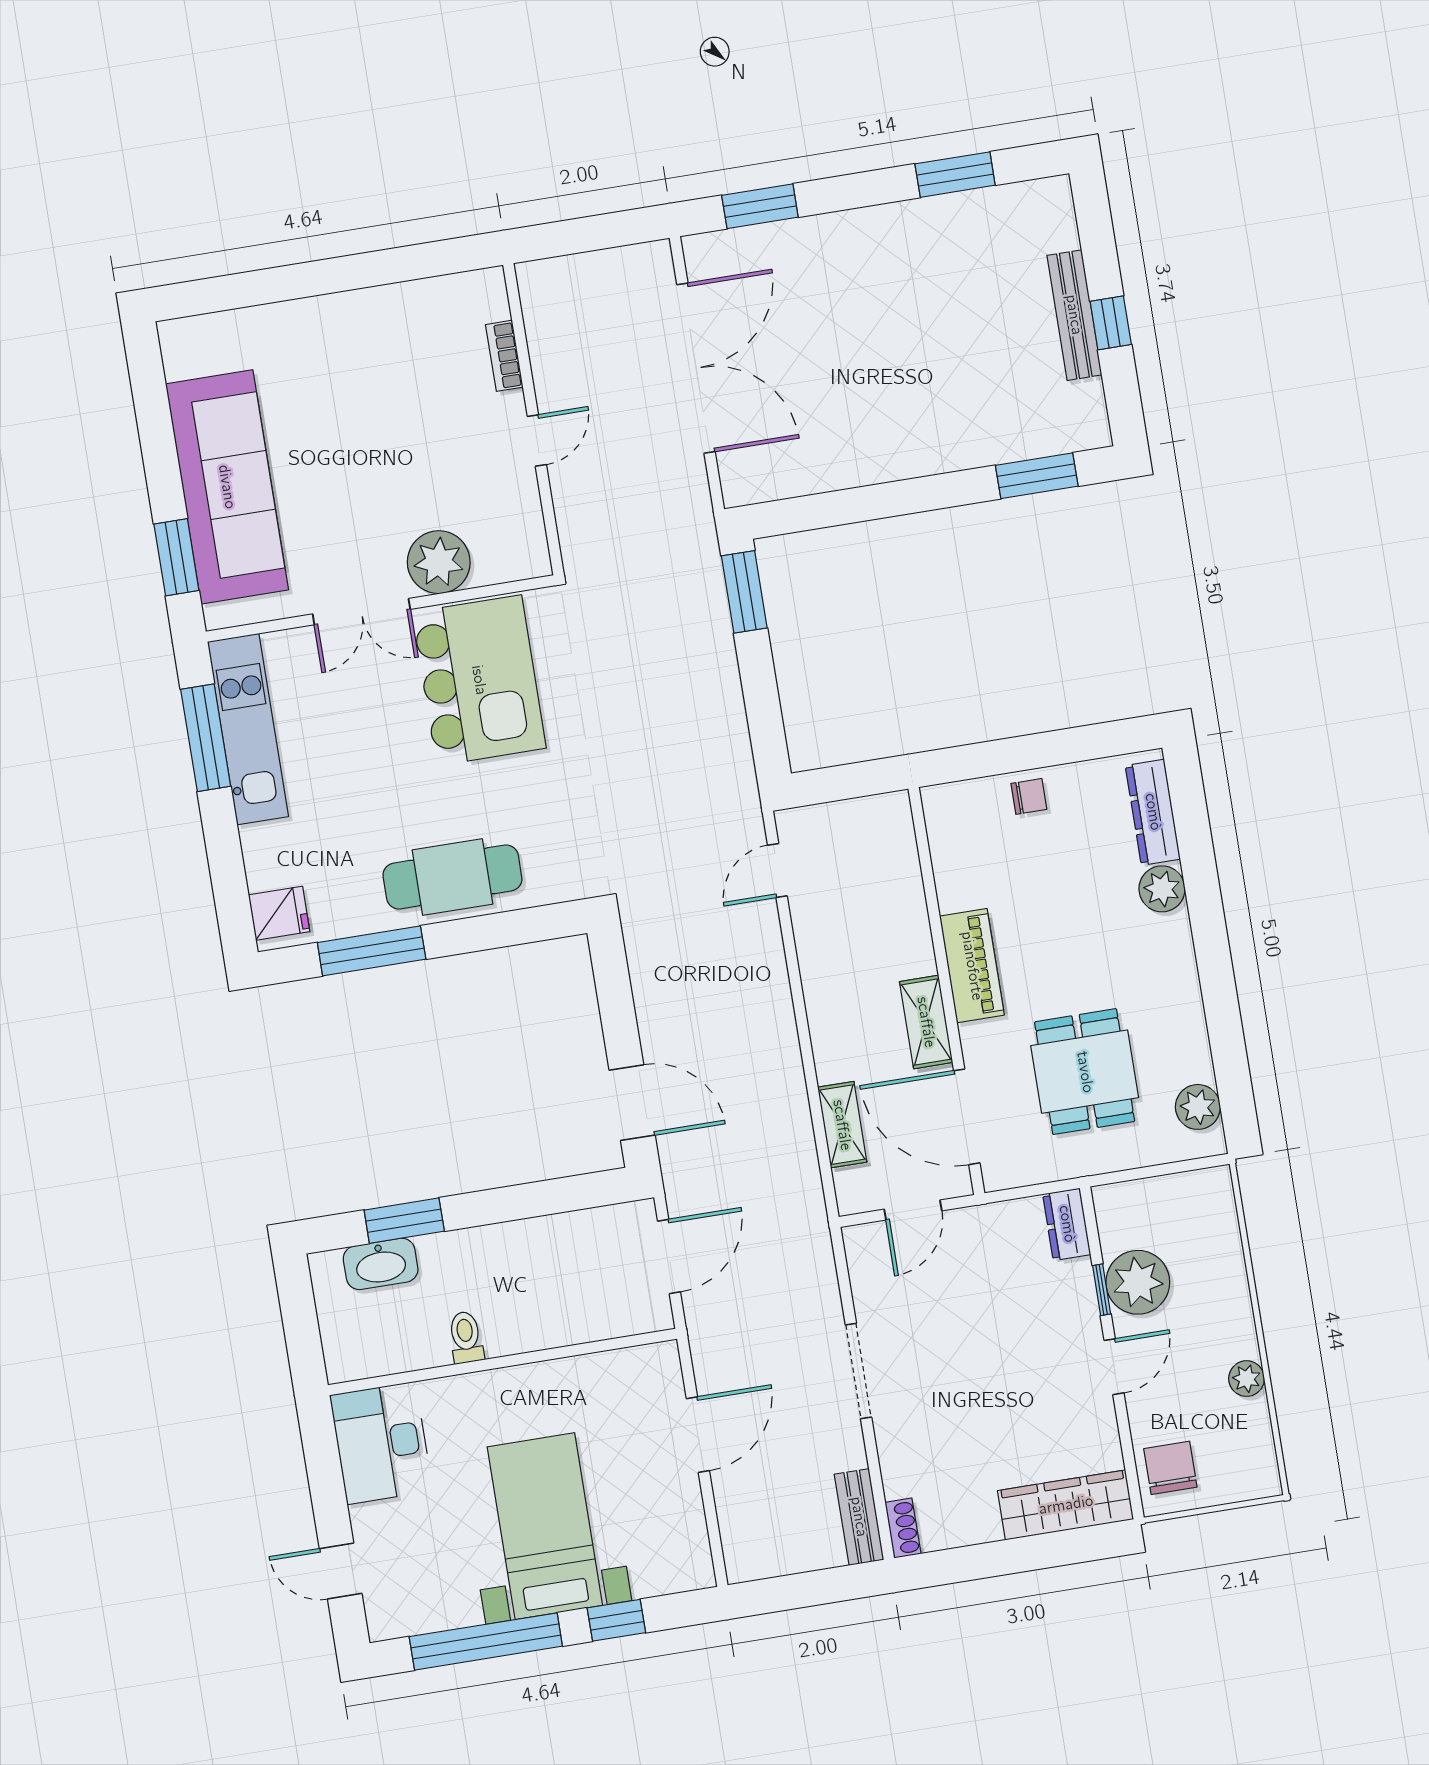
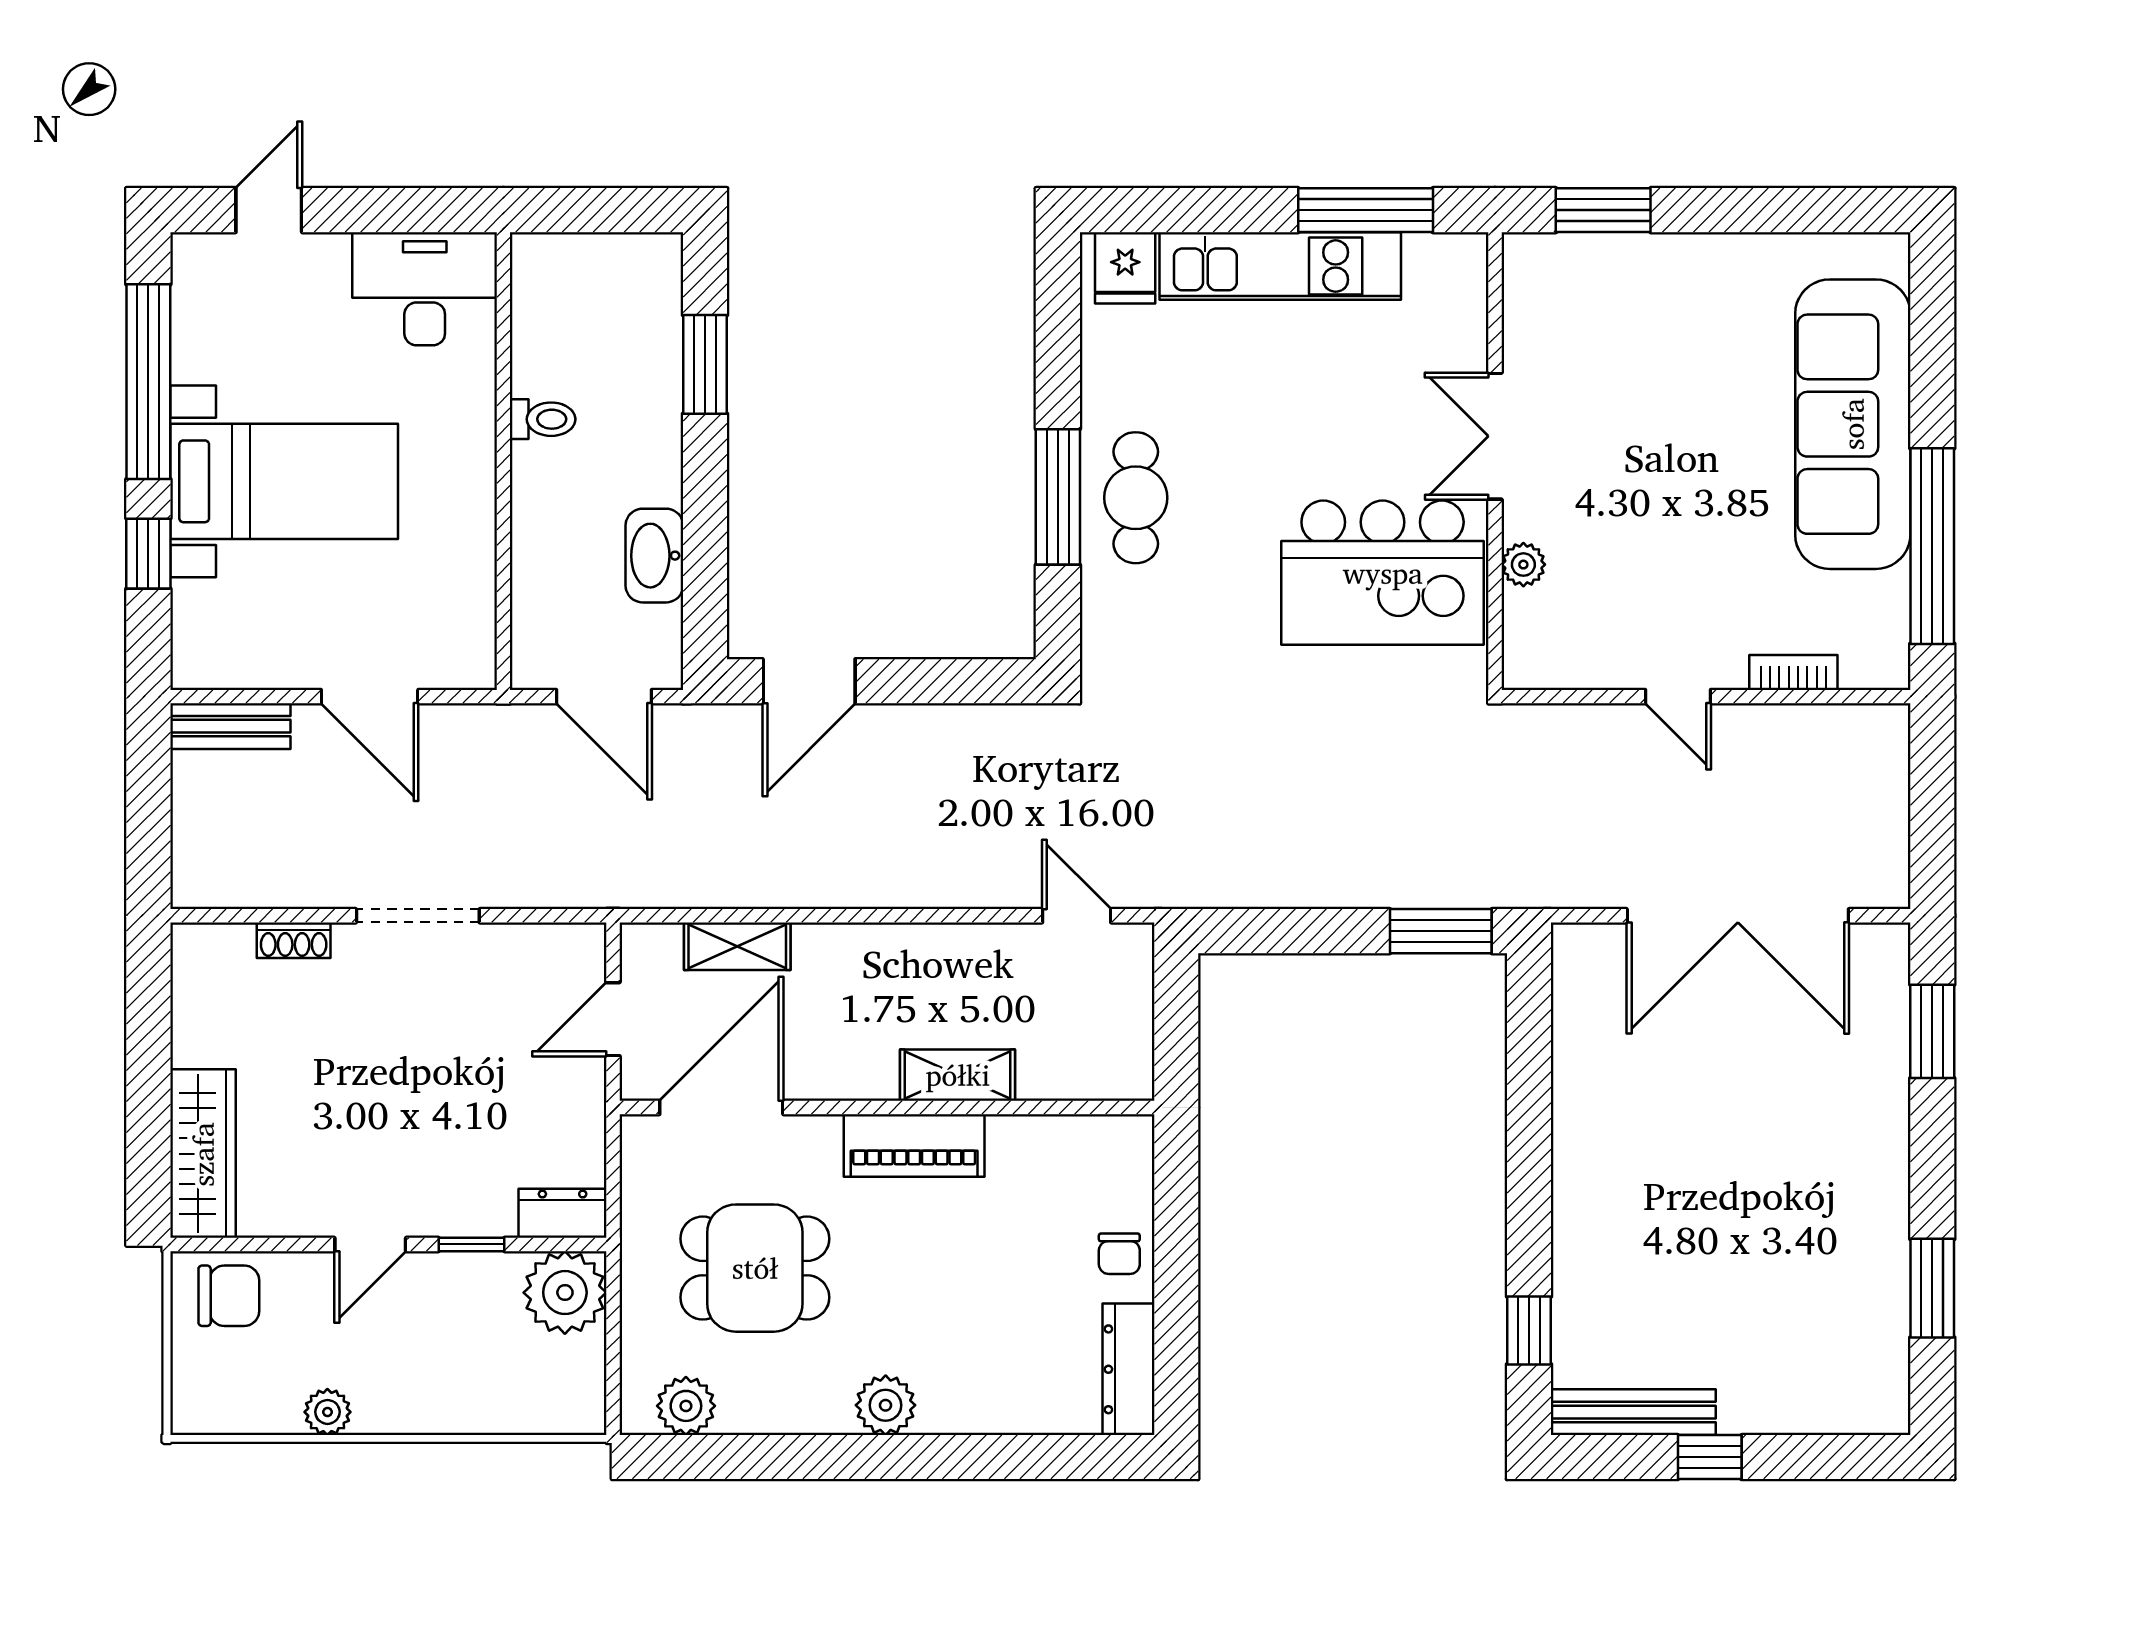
window: (391, 266) -> (1932, 546), added
bench: (1074, 315) -> (1633, 1412), moved
window: (1037, 476) -> (1529, 1330), width x0.67
sofa: (227, 487) -> (1853, 424), moved, turned 90
plant: (439, 562) -> (1523, 565), width x0.53, depth x0.53
kitchen unit: (248, 729) -> (1280, 266), moved
dresser: (1153, 812) -> (1129, 1369), moved, turned -90
cafe table: (452, 877) -> (1136, 498), width x0.73, depth x0.74
plant: (1162, 889) -> (886, 1405), moved
window: (372, 951) -> (1058, 497), moved
shelving: (926, 1022) -> (958, 1075), moved
door: (913, 1210) -> (613, 1019), hinge flipped
washbasin: (381, 1264) -> (654, 556), moved
plant: (1138, 1282) -> (565, 1293), moved
door: (1114, 1367) -> (370, 1244), hinge flipped
bench: (859, 1517) -> (230, 726), moved
shoe rack: (903, 1528) -> (294, 940), moved

